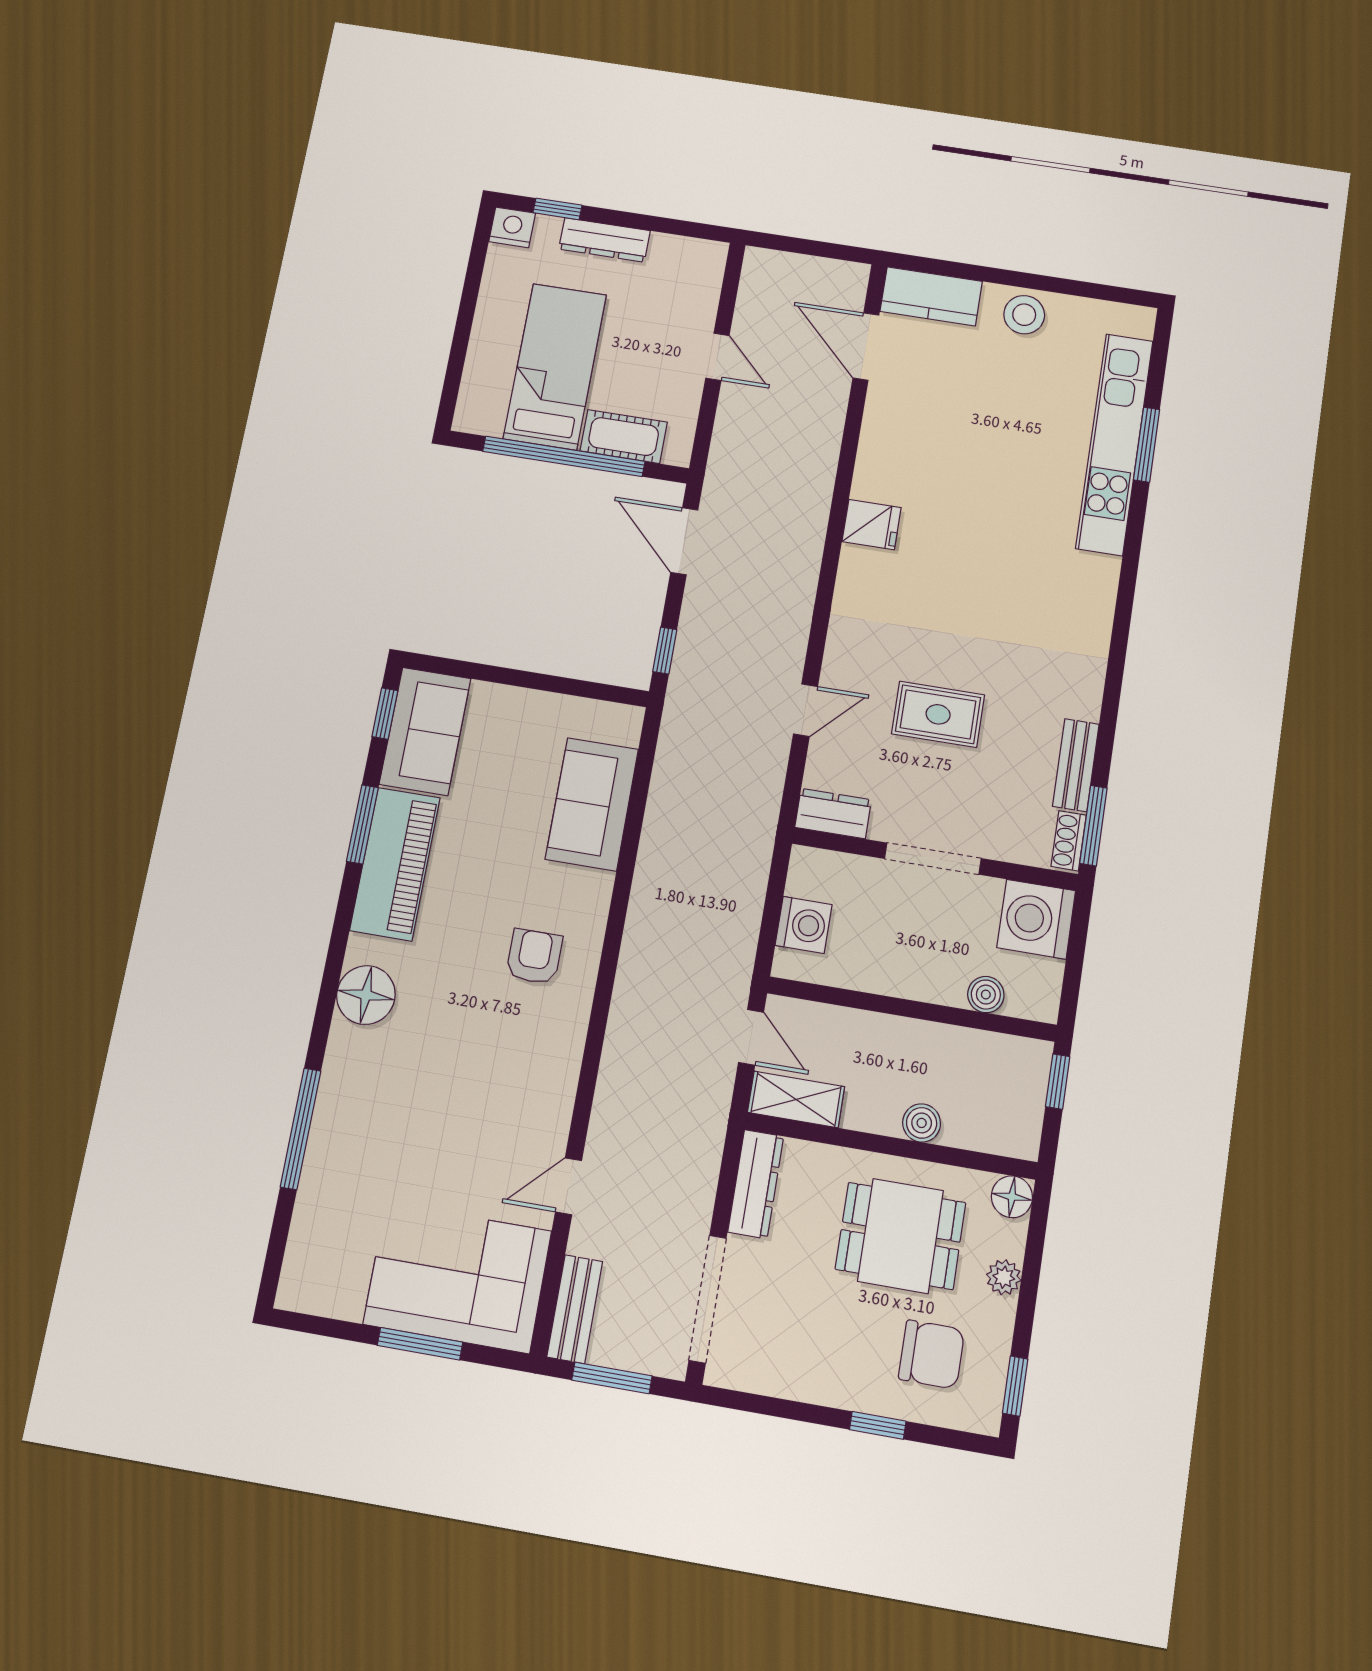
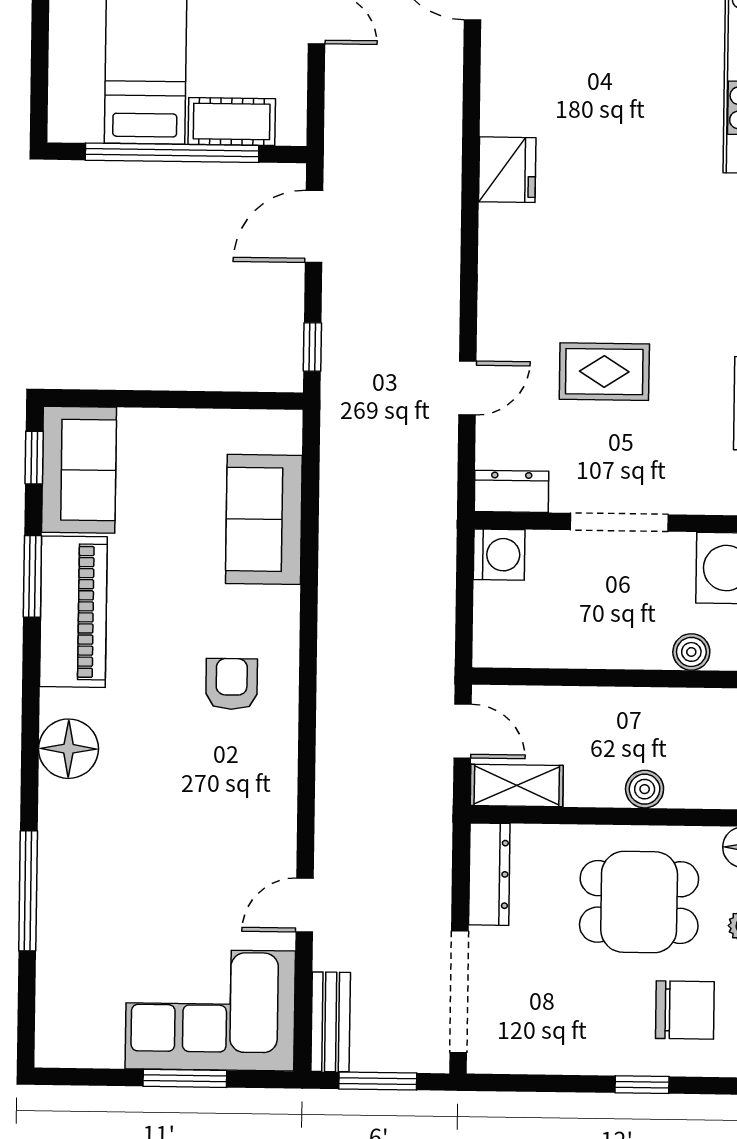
fridge: (872, 525) -> (507, 170), width x1.38
door: (684, 541) -> (314, 226), hinge flipped
washing machine: (804, 925) -> (499, 555), moved

